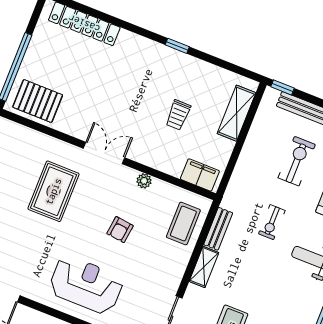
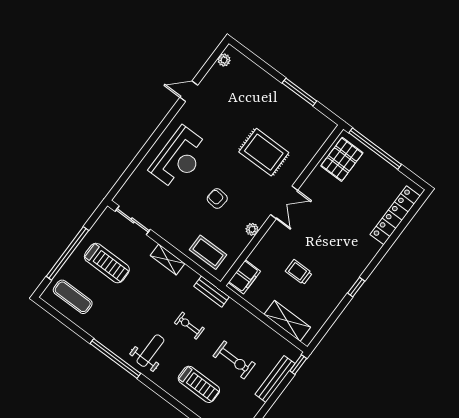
bench: (218, 229) -> (212, 292), moved

